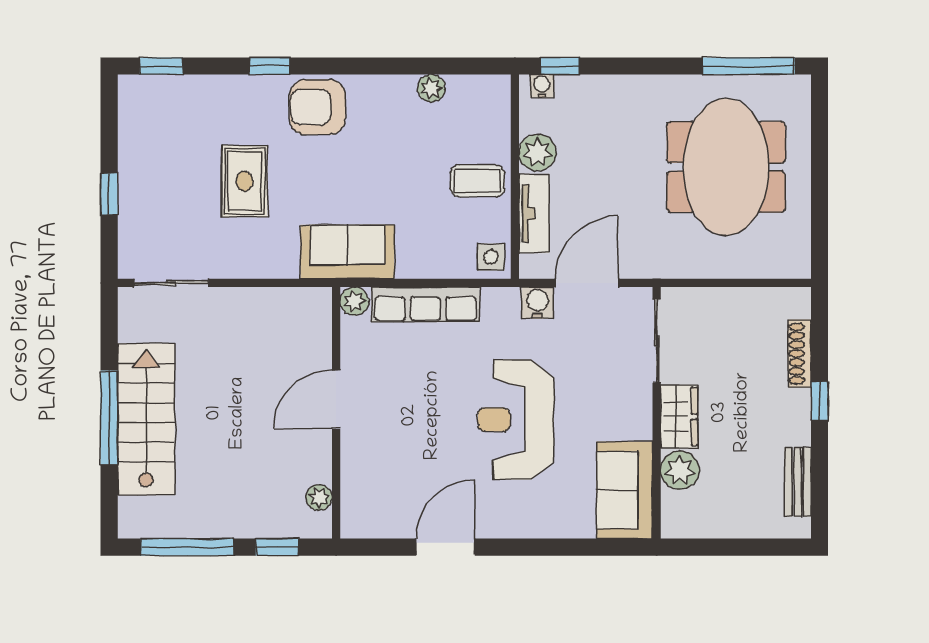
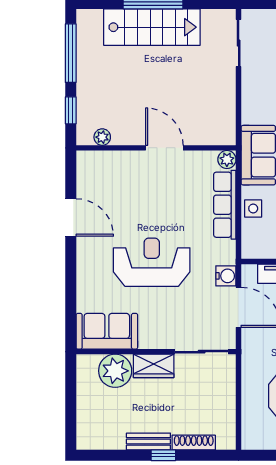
side table: (491, 257) -> (253, 208), moved
plant: (680, 470) -> (115, 371), width x1.36, depth x1.36
bench: (798, 482) -> (148, 441), moved

